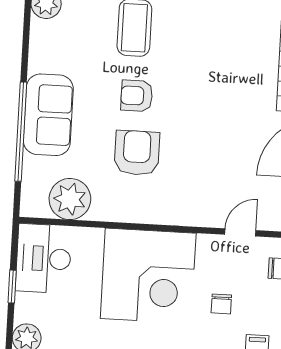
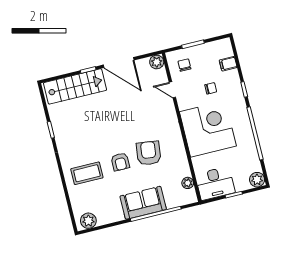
armchair: (137, 153) -> (149, 153), turned 97
plant: (70, 199) -> (188, 183), width x0.53, depth x0.53

